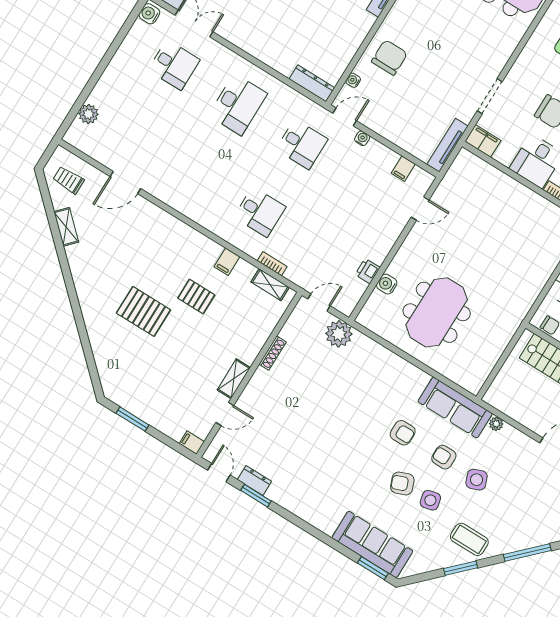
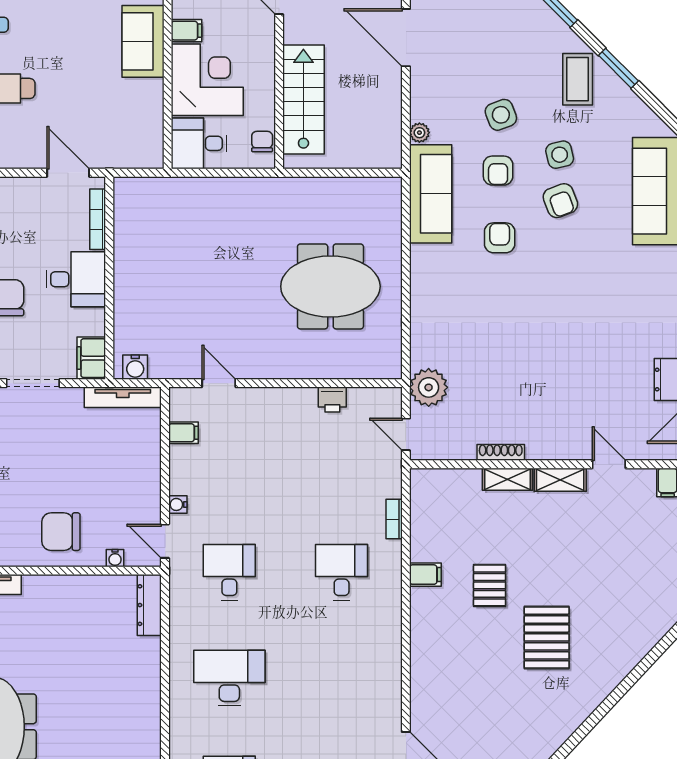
water cooler: (387, 284) -> (135, 367), moved
shelving: (270, 285) -> (507, 479), moved, turned 90

